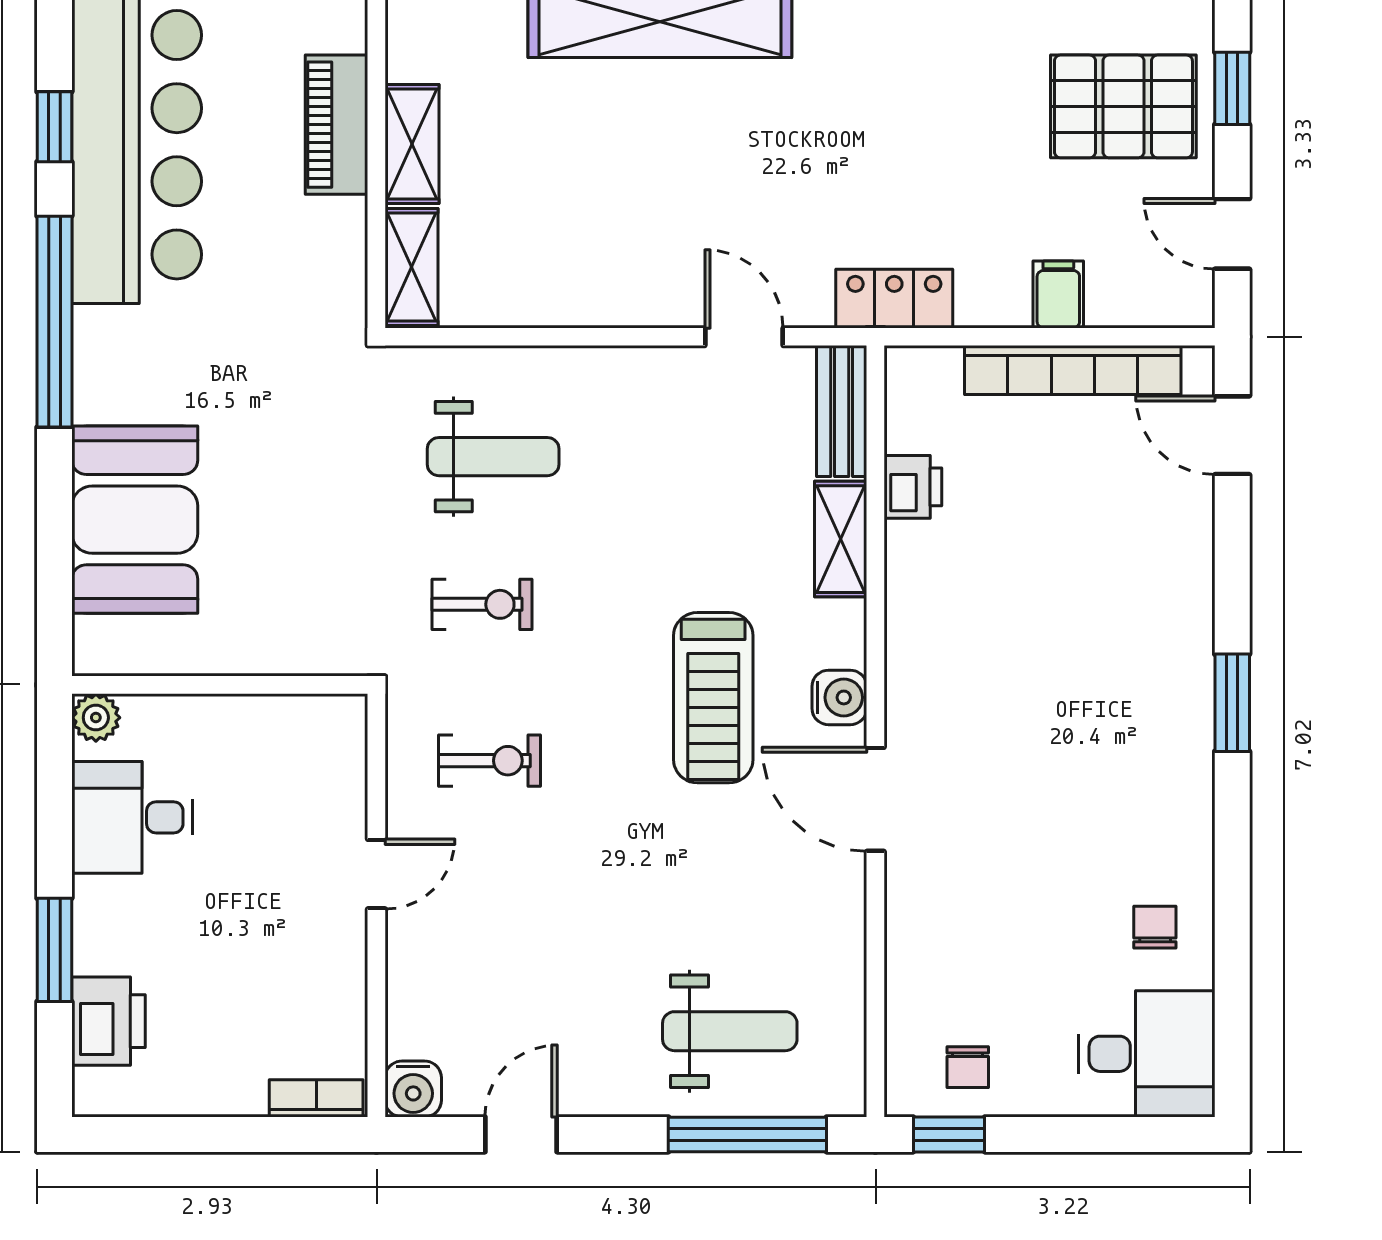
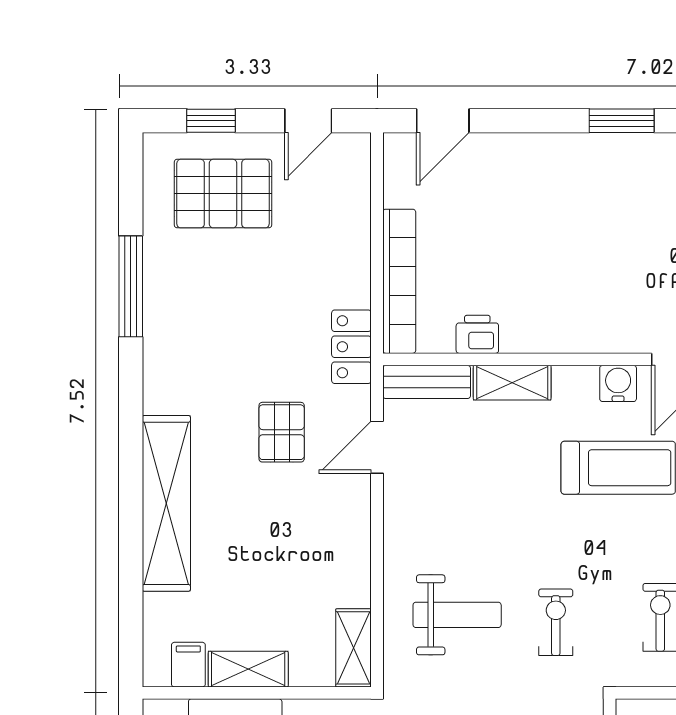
pallet: (1123, 106) -> (223, 194), turned 90
pallet: (766, 194) -> (282, 432), added
shelving: (412, 267) -> (353, 648), moved, turned 90
filing cabinet: (1058, 294) -> (188, 665), moved, turned 90
bookcase: (1073, 370) -> (399, 281), moved
weight bench: (493, 457) -> (457, 615), turned 90

